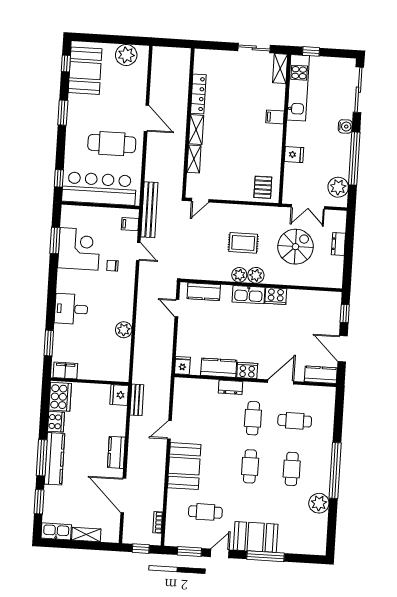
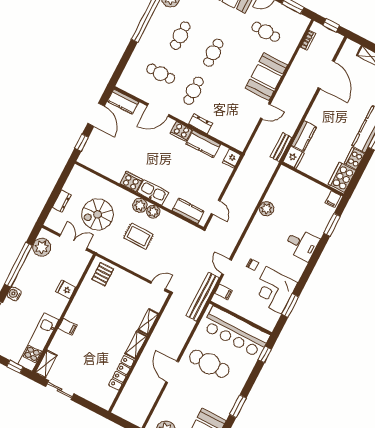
filing cabinet: (65, 370) -> (333, 199), width x0.50
kitchen counter: (116, 452) -> (304, 136), moved

